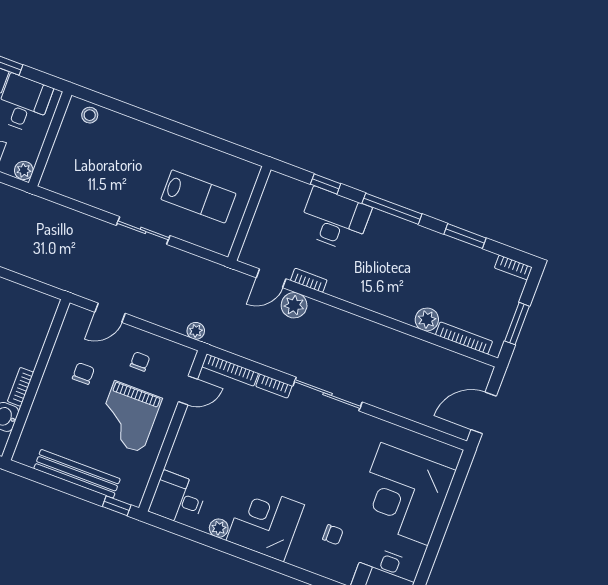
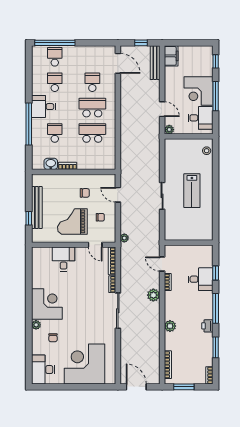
lab bench: (198, 196) -> (192, 191), moved
desk: (335, 220) -> (201, 279), width x0.73
printer: (419, 237) -> (207, 326), added
plant: (294, 305) -> (153, 295), moved
plant: (427, 319) -> (170, 326), moved
desk: (178, 499) -> (63, 259), moved
window: (117, 506) -> (29, 218), moved
plant: (219, 528) -> (36, 325), moved

